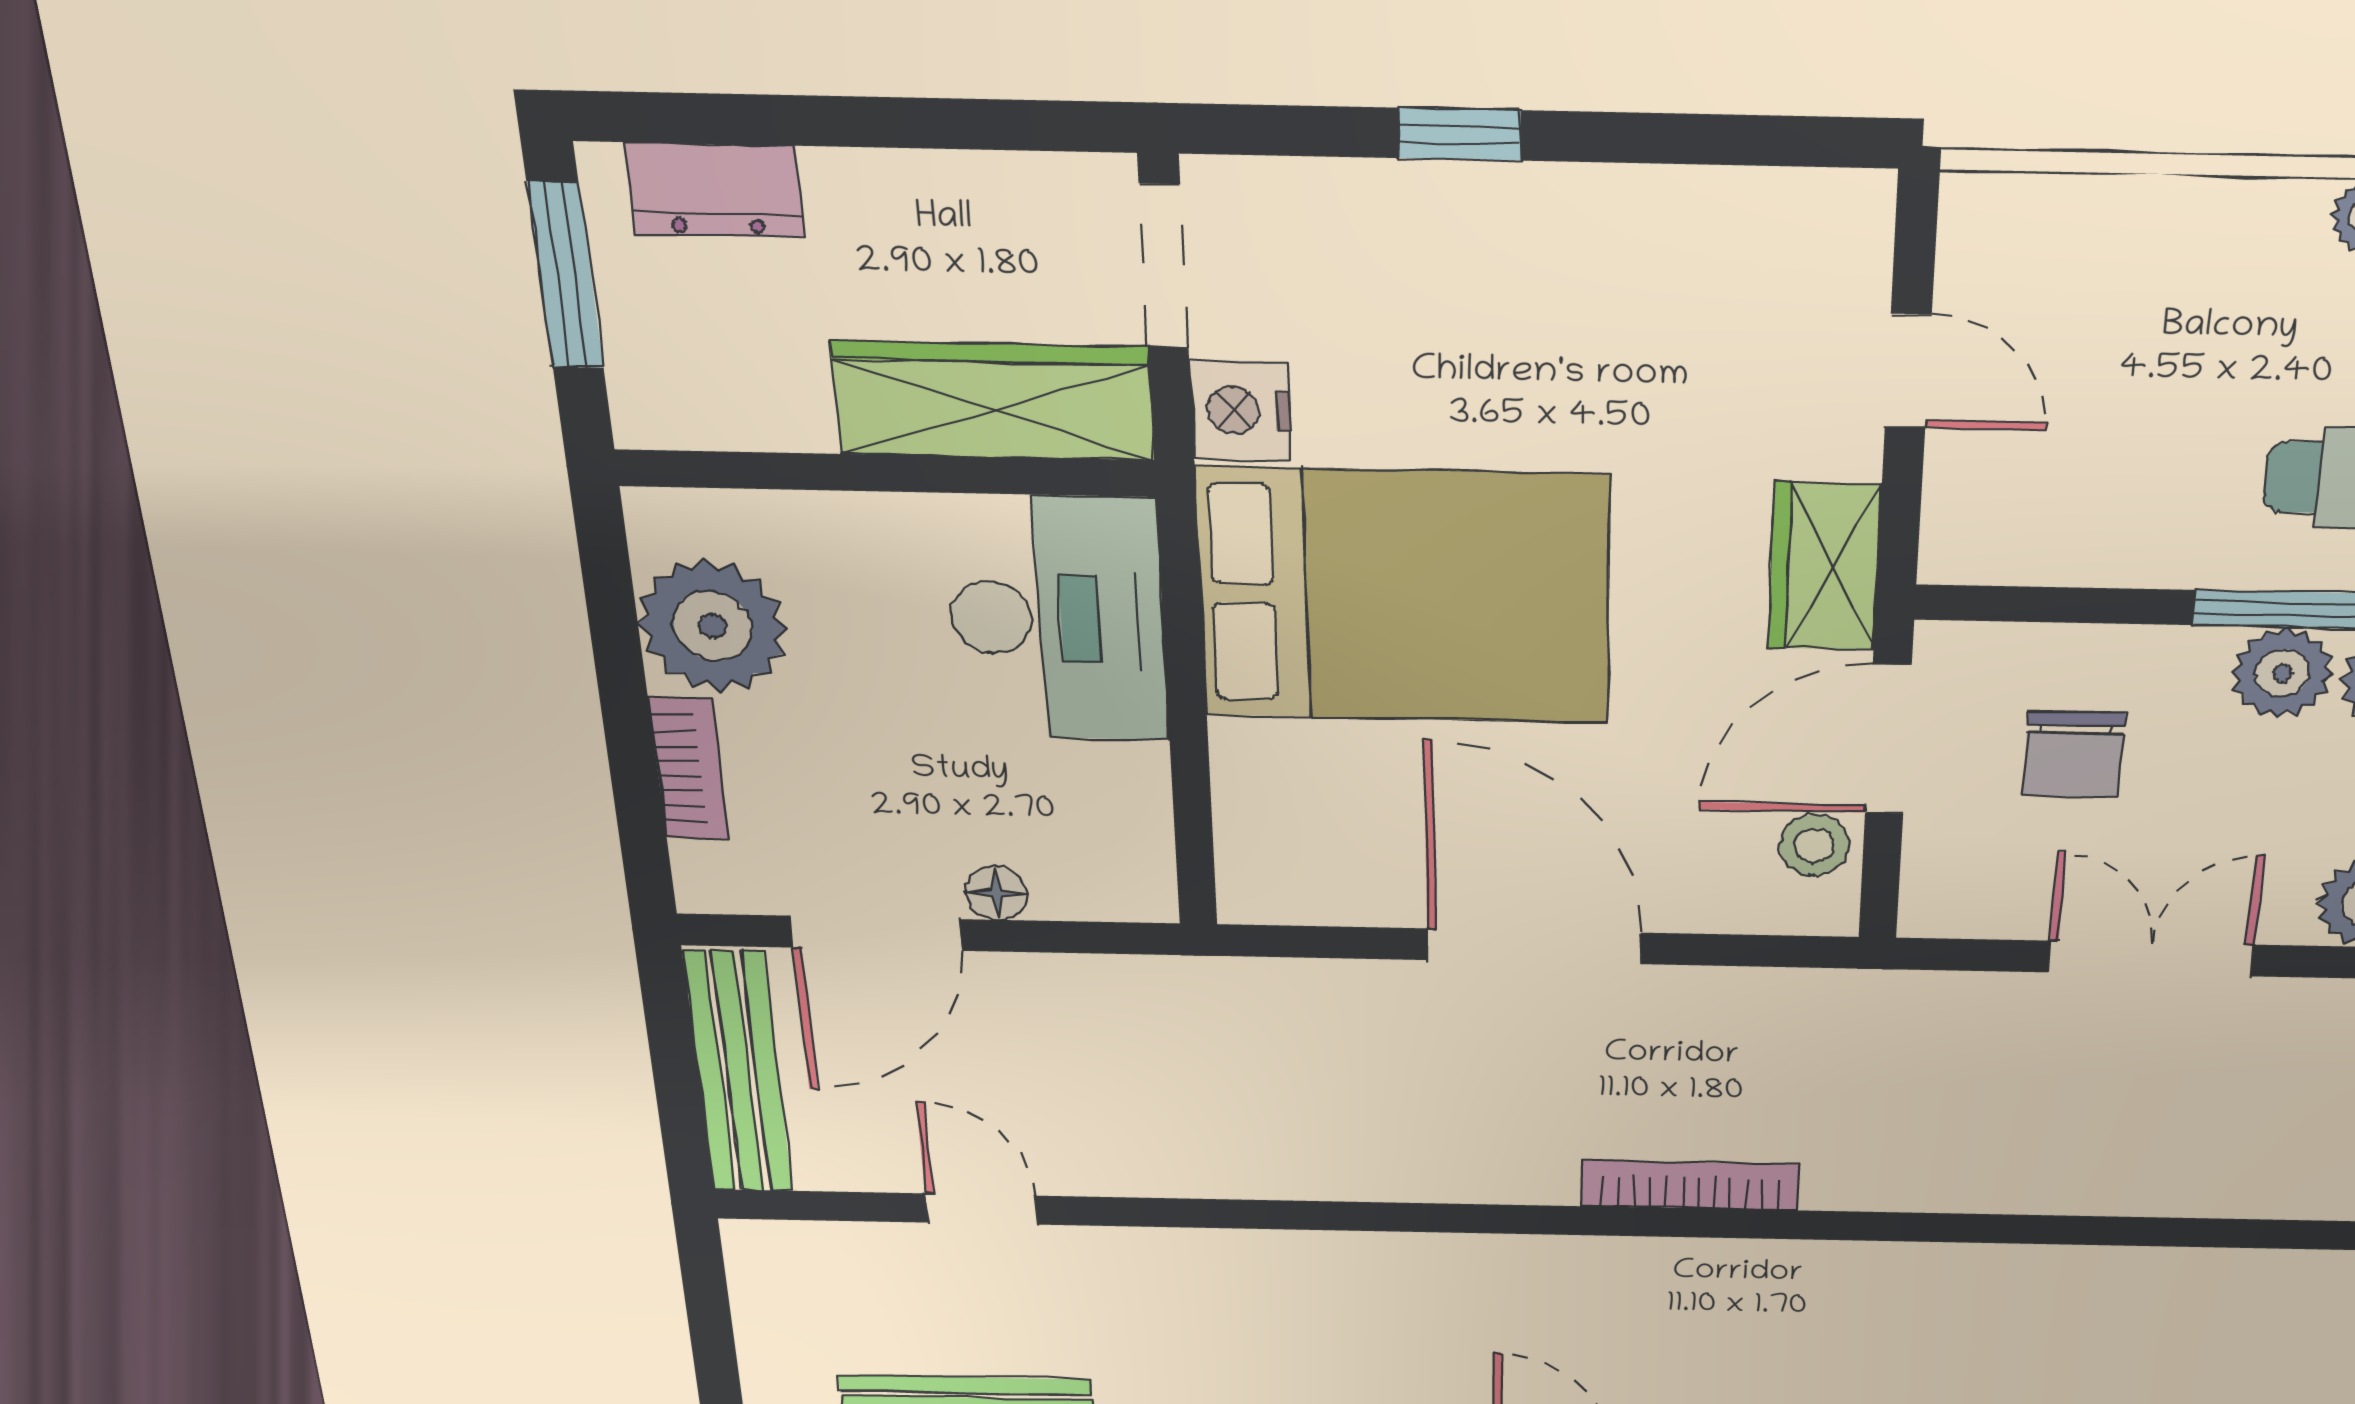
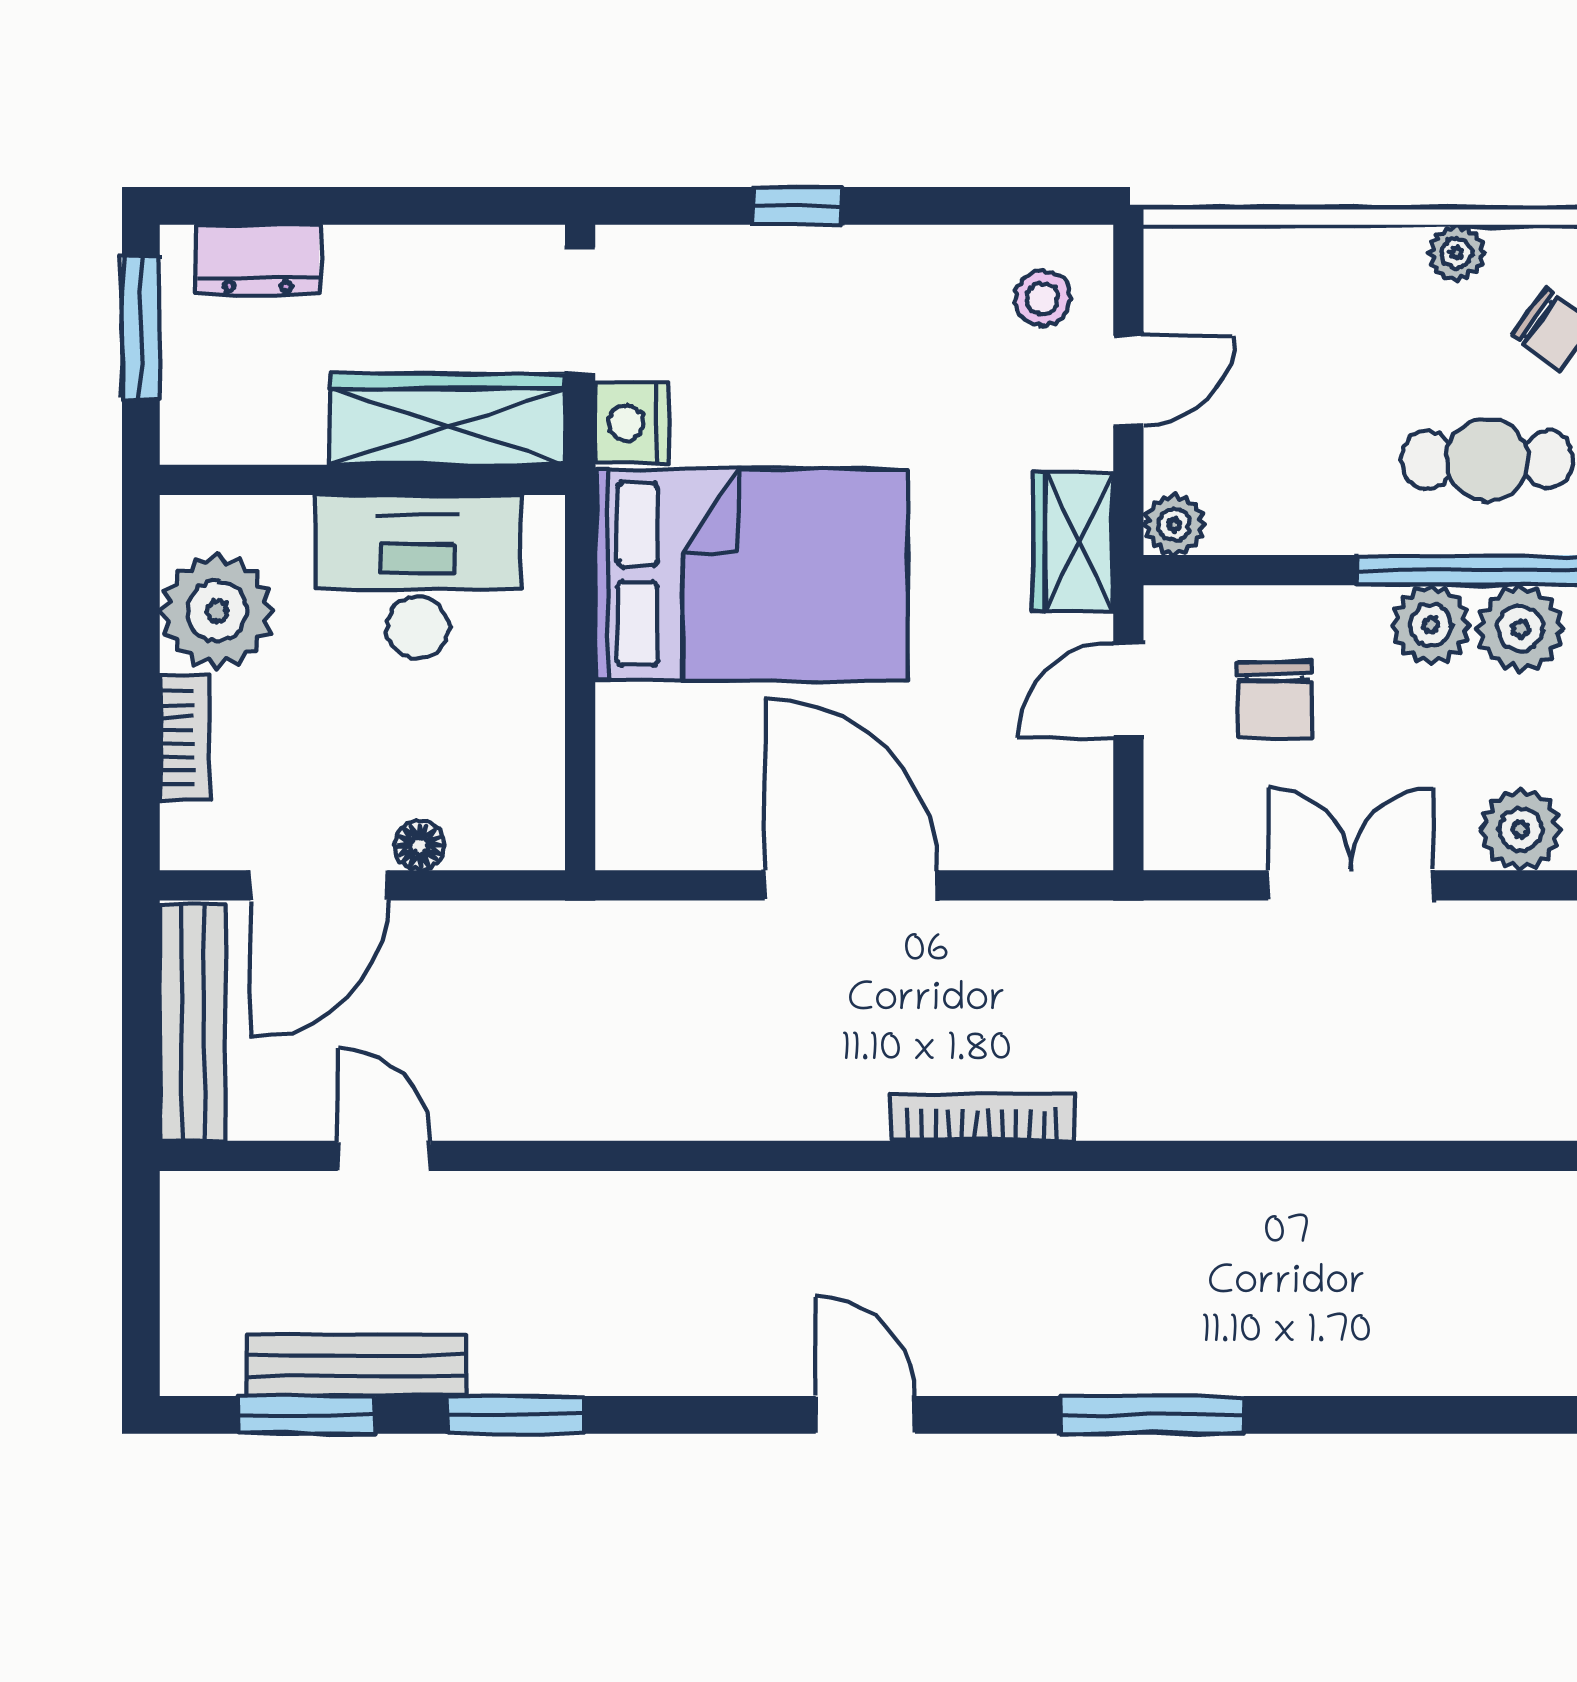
door: (1908, 371) -> (1128, 381), hinge flipped
plant: (1959, 549) -> (1174, 525), added
desk: (1057, 619) -> (418, 577), moved, turned -90
door: (1888, 740) -> (1128, 690), width x0.73
stool: (1814, 845) -> (1042, 299), moved

